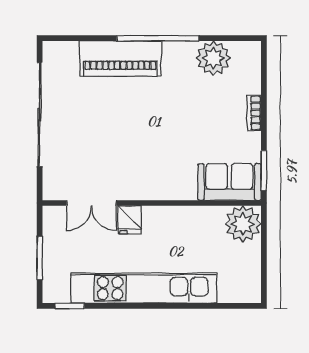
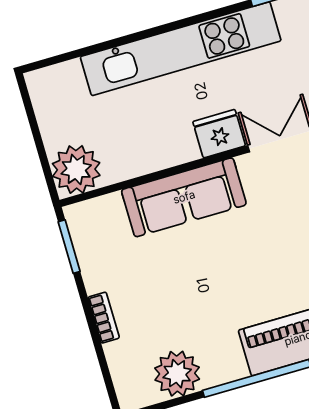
sofa: (229, 182) -> (184, 197), moved, width x1.36
fridge: (129, 220) -> (219, 134), width x1.38

